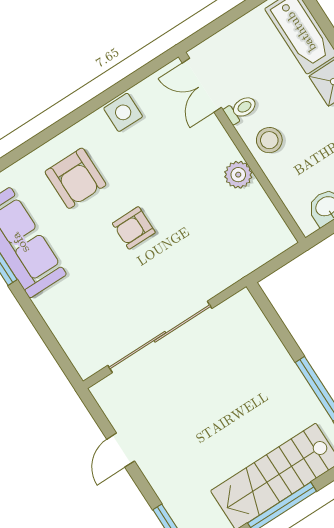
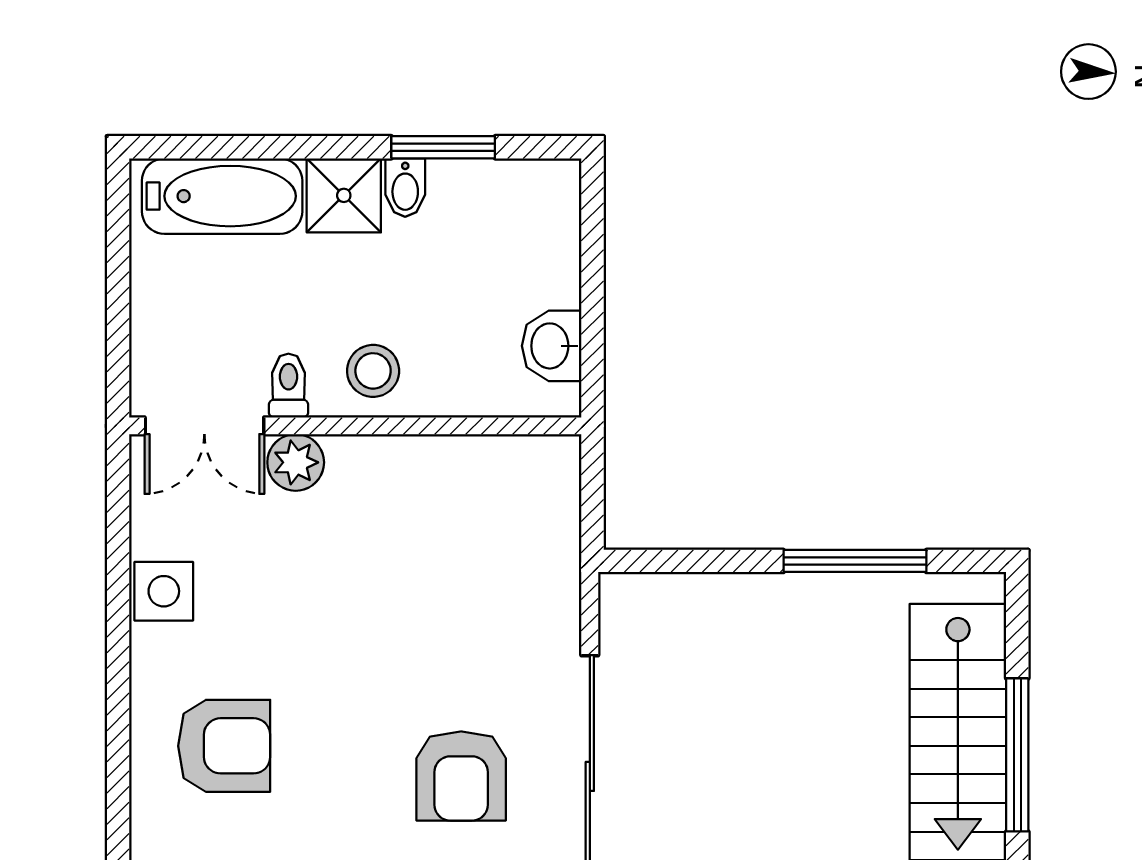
plant: (238, 175) -> (296, 462), moved
armchair: (134, 228) -> (461, 776), moved, width x1.38, depth x1.38

